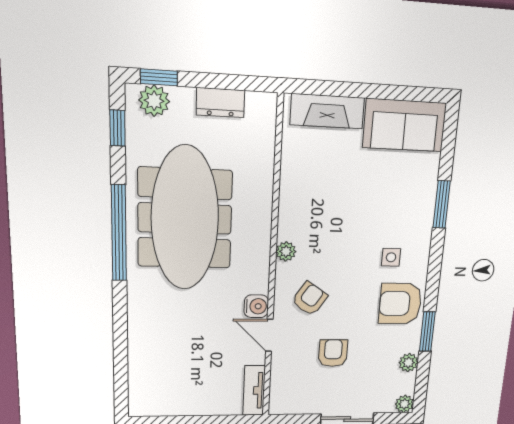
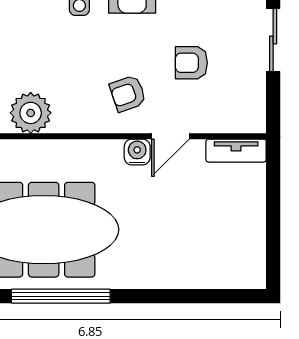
plant: (286, 251) -> (31, 113), moved, width x1.87, depth x1.87
armchair: (310, 299) -> (128, 94), turned -53

